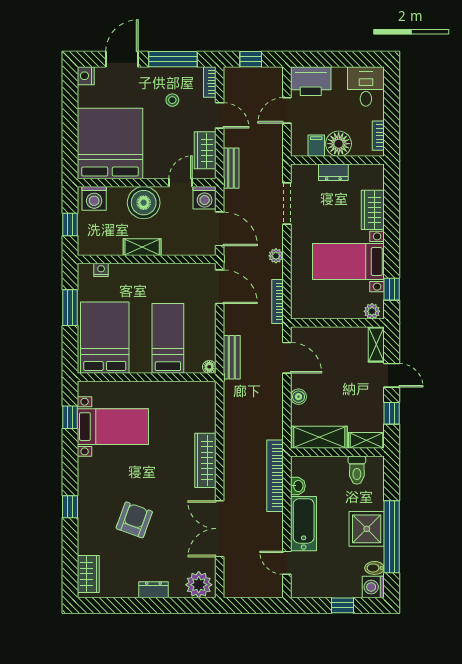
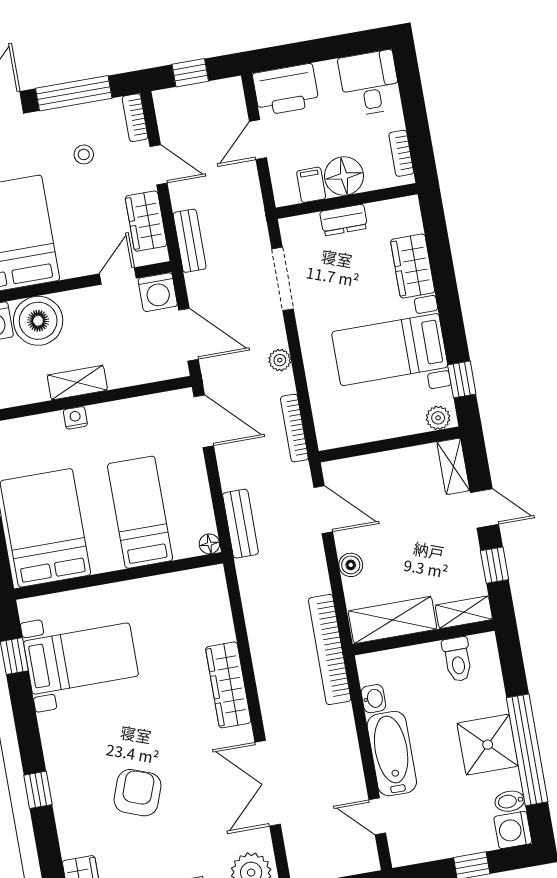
boiler: (144, 203) -> (38, 321), moved
nightstand: (101, 270) -> (75, 418), moved
bookcase: (275, 476) -> (330, 649), moved

